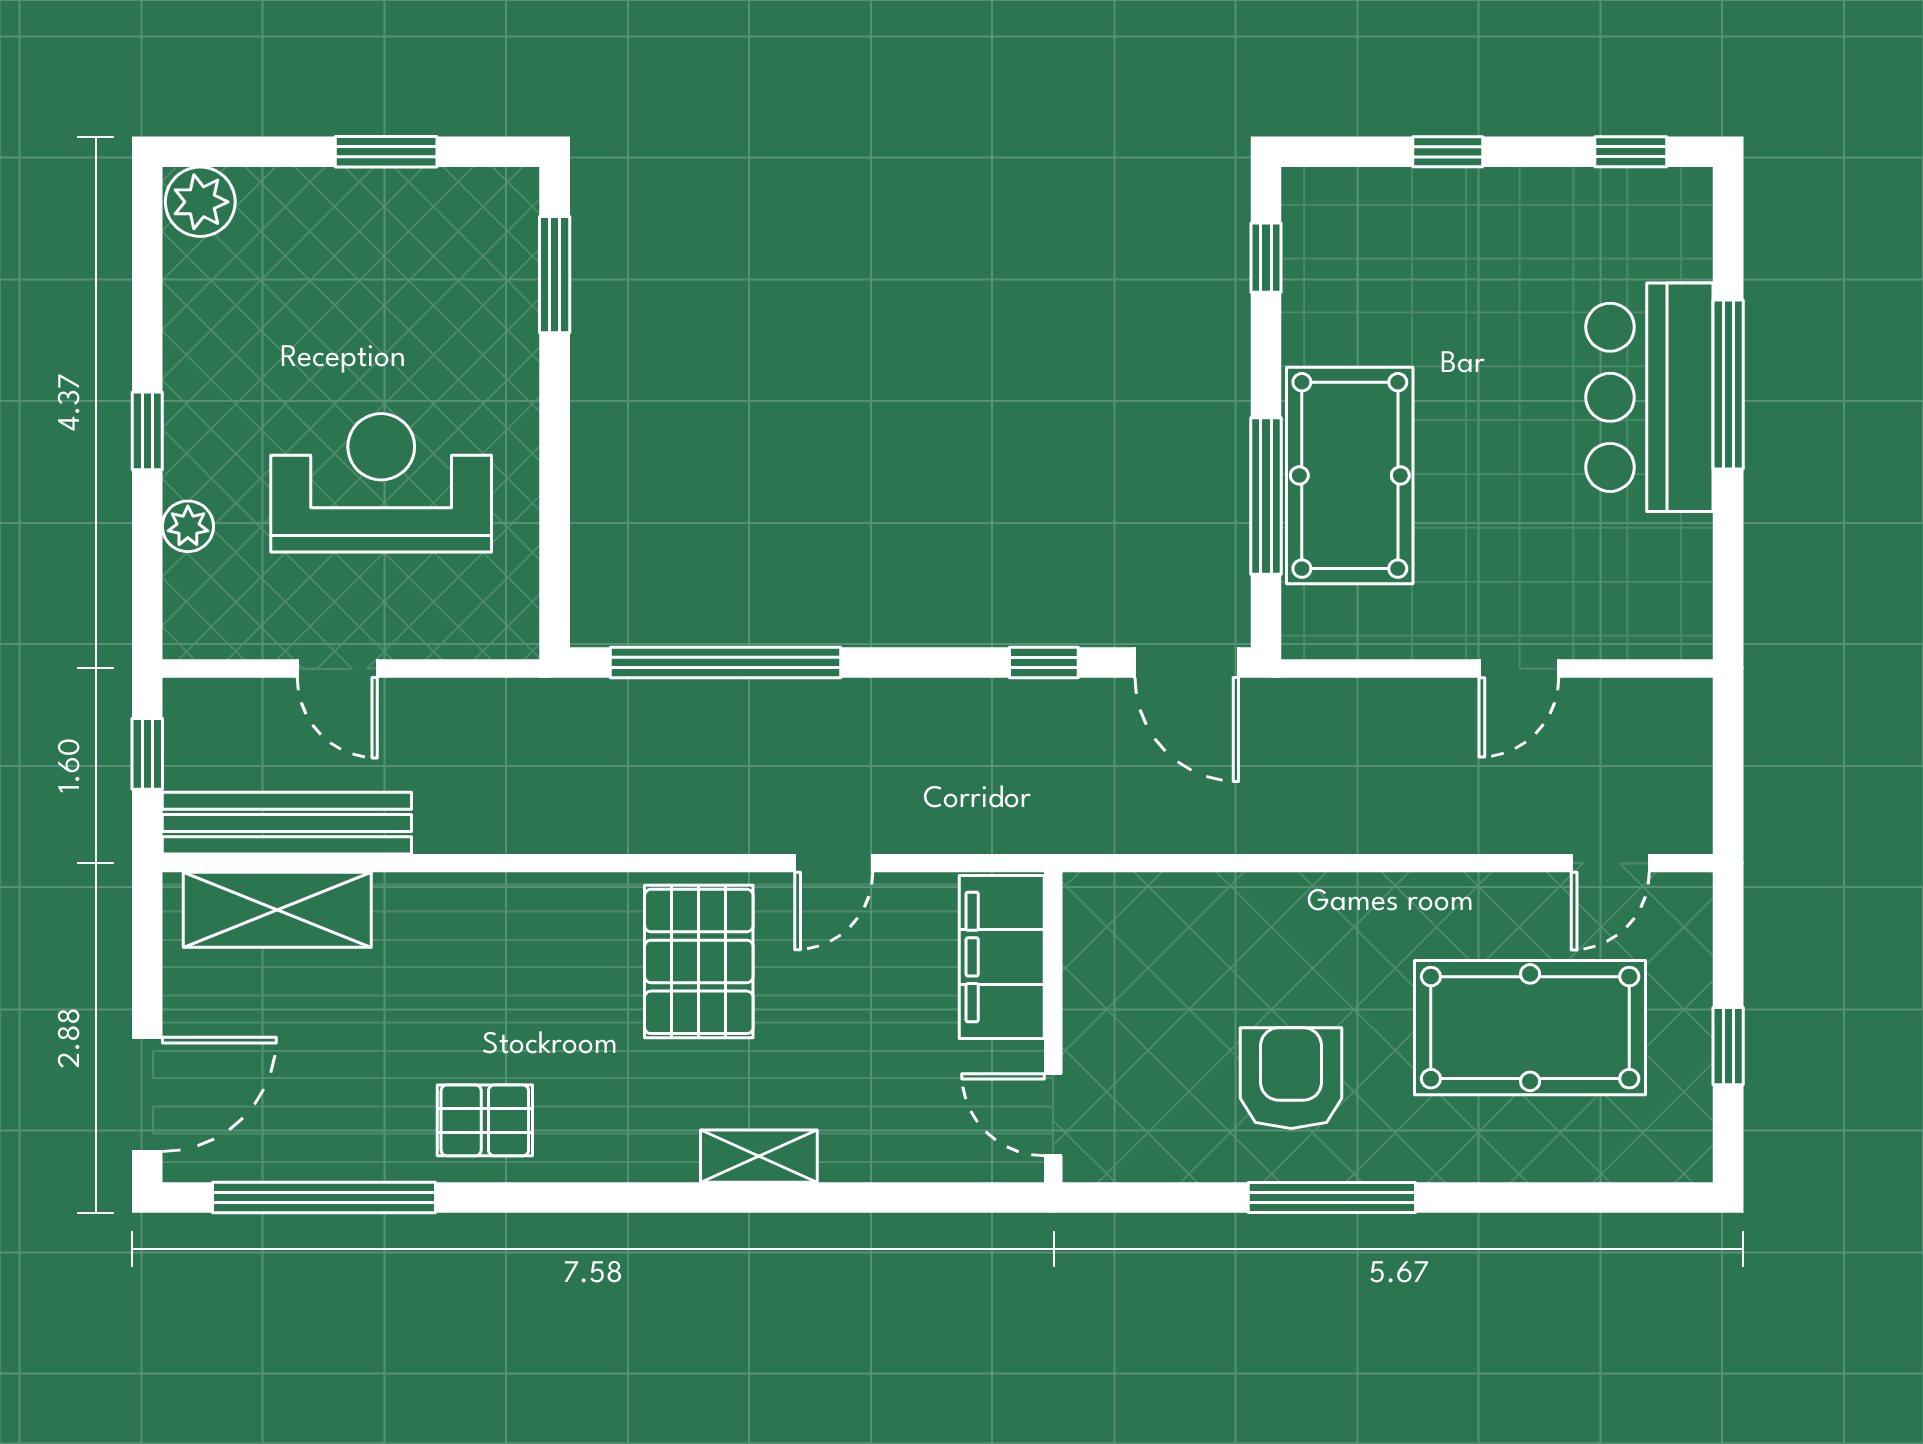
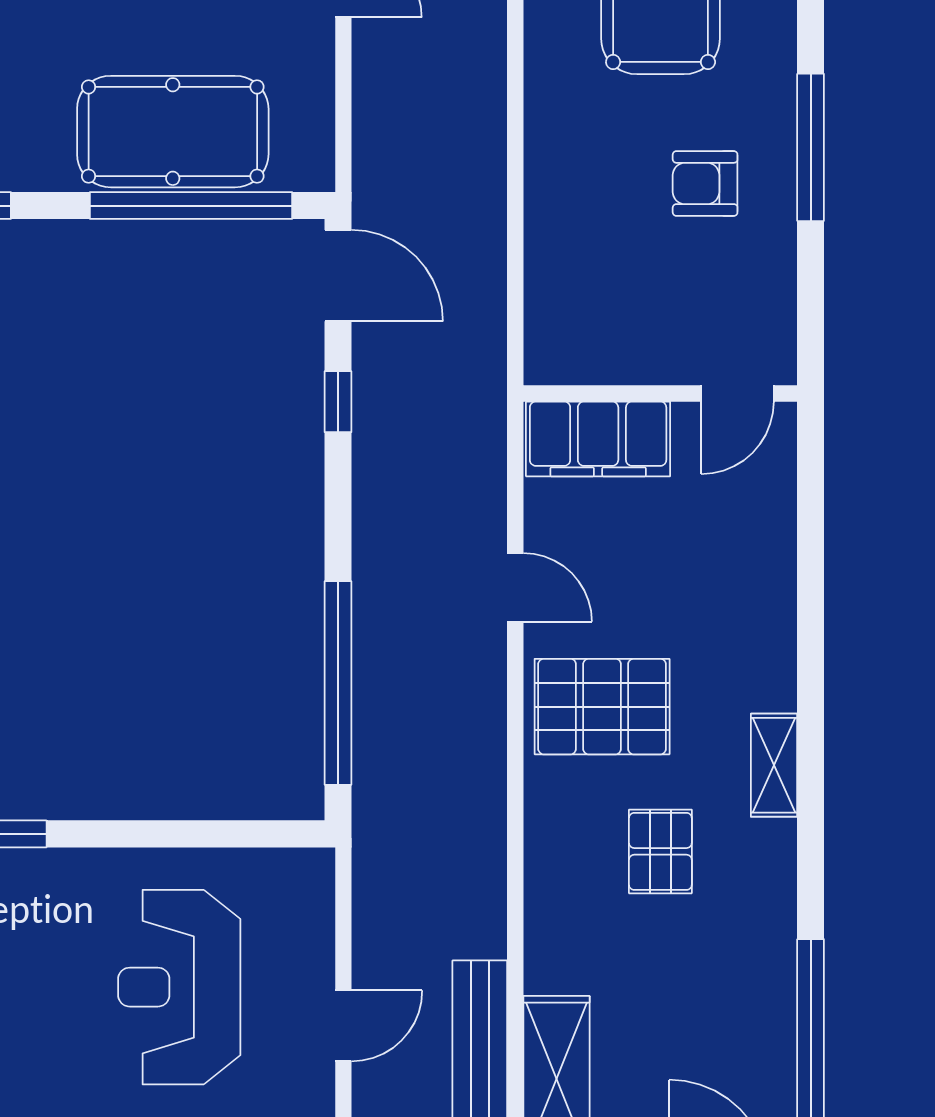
window: (1266, 496) -> (191, 206), width x1.46
door: (1187, 662) -> (338, 276), hinge flipped
armchair: (1291, 1078) -> (705, 183), width x0.72, depth x0.72
pallet: (485, 1120) -> (660, 851), moved
shelving: (759, 1156) -> (774, 765), moved

